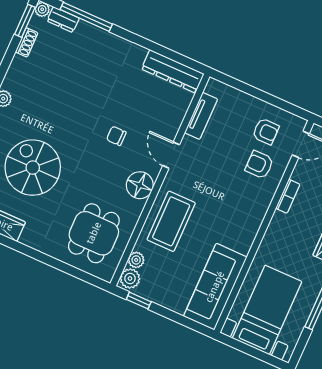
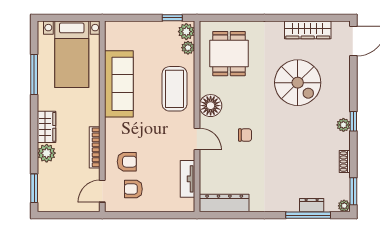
dresser: (63, 20) -> (312, 205), moved
shoe rack: (27, 42) -> (345, 162), moved
bookcase: (288, 196) -> (95, 147), width x1.56
sofa: (215, 287) -> (119, 84), moved

